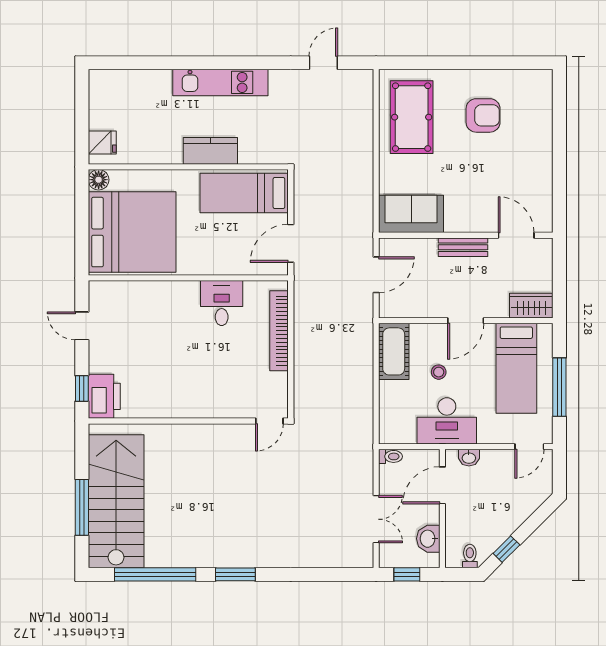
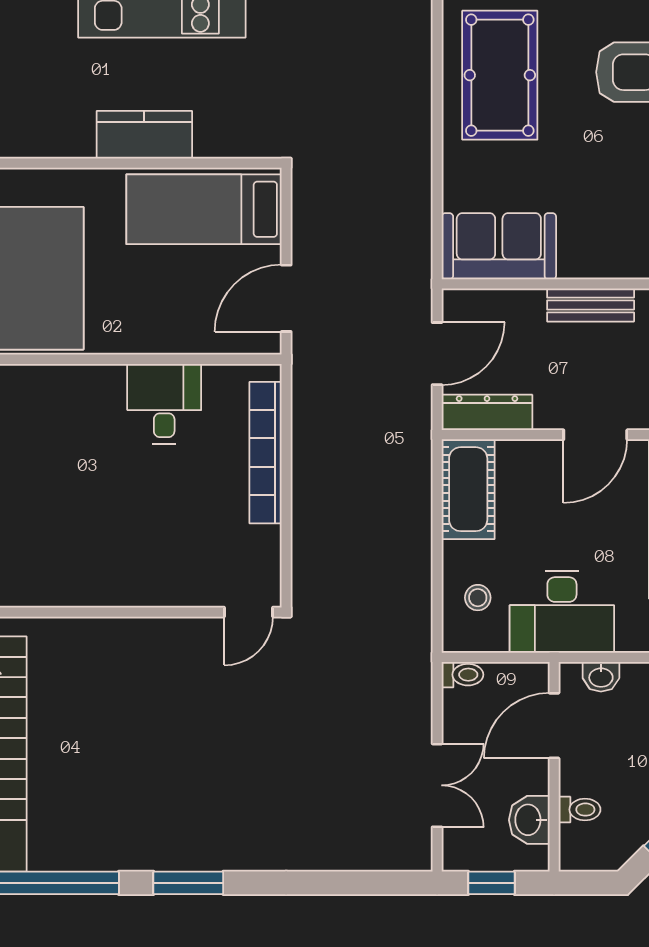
dresser: (404, 308) -> (487, 412), added
stool: (439, 372) -> (478, 598), moved
toilet: (470, 556) -> (580, 810), moved, turned 90

